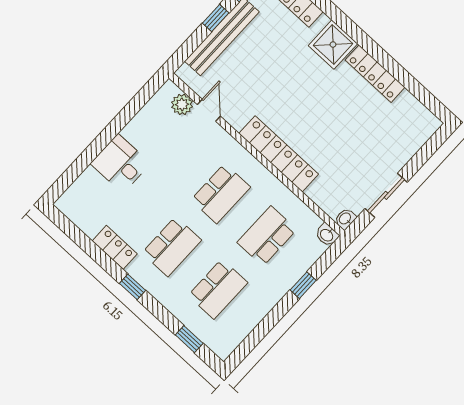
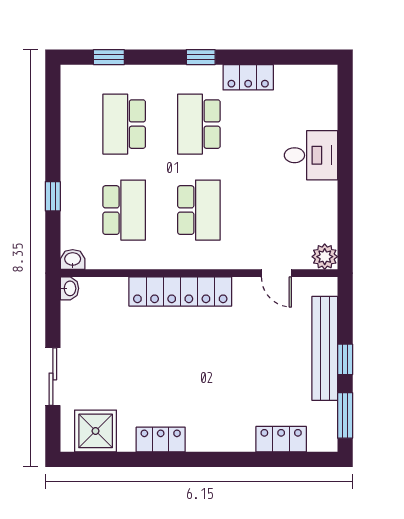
shower: (333, 45) -> (96, 431), moved
locker: (375, 74) -> (161, 440), width x0.66
plant: (182, 104) -> (325, 257), moved
school desk: (221, 193) -> (199, 210), turned 180
sliding door: (386, 195) -> (53, 377), moved

